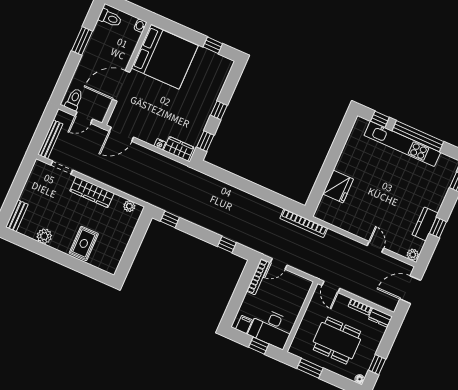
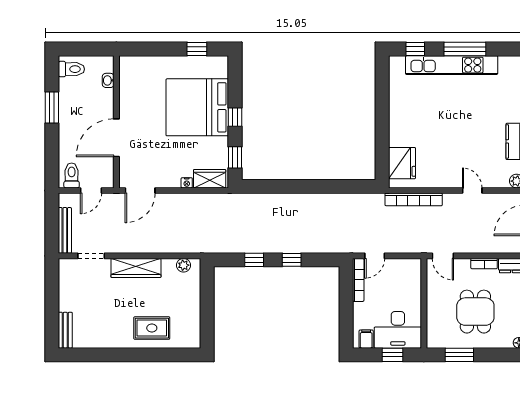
washbasin: (140, 26) -> (108, 80), moved
bed: (165, 57) -> (197, 107), moved, turned 180
window: (418, 136) -> (465, 49), width x0.68
fridge: (338, 187) -> (402, 163), moved
window: (170, 219) -> (254, 260), moved
bookcase: (304, 223) -> (414, 199), moved
plant: (44, 236) -> (105, 339), removed
rug: (84, 243) -> (152, 328), turned 90
window: (227, 245) -> (292, 260), moved
dining table: (337, 341) -> (475, 312), width x0.73

